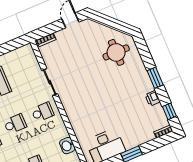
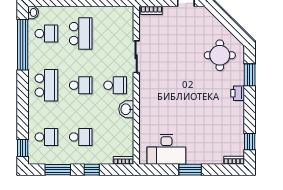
window: (155, 78) -> (250, 75), moved
printer: (153, 98) -> (238, 93), moved
washbasin: (67, 146) -> (126, 109), moved

